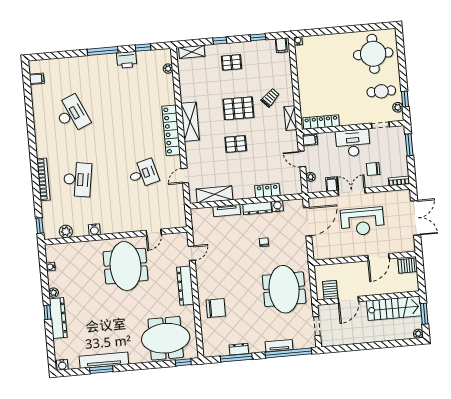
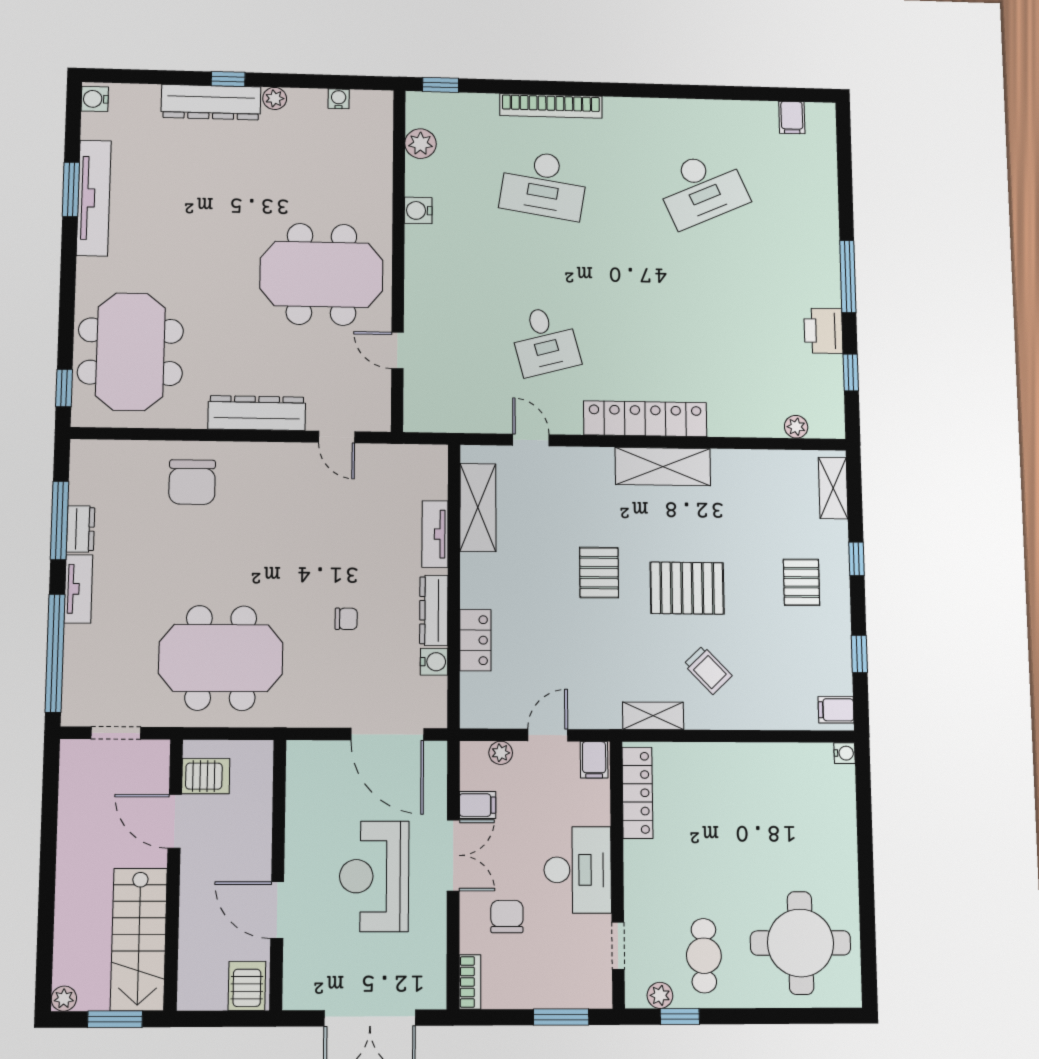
pallet: (238, 108) -> (687, 588), turned 90
tv unit: (279, 346) -> (78, 589), moved

